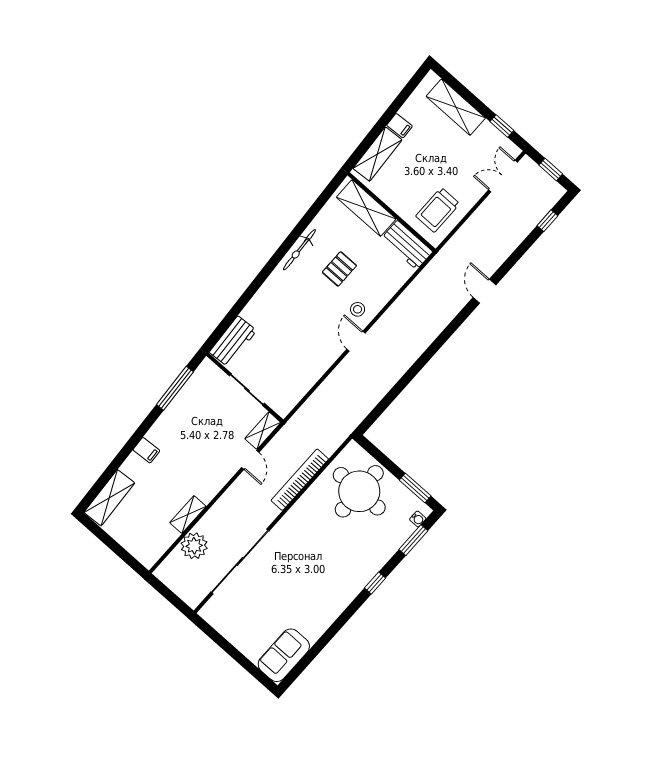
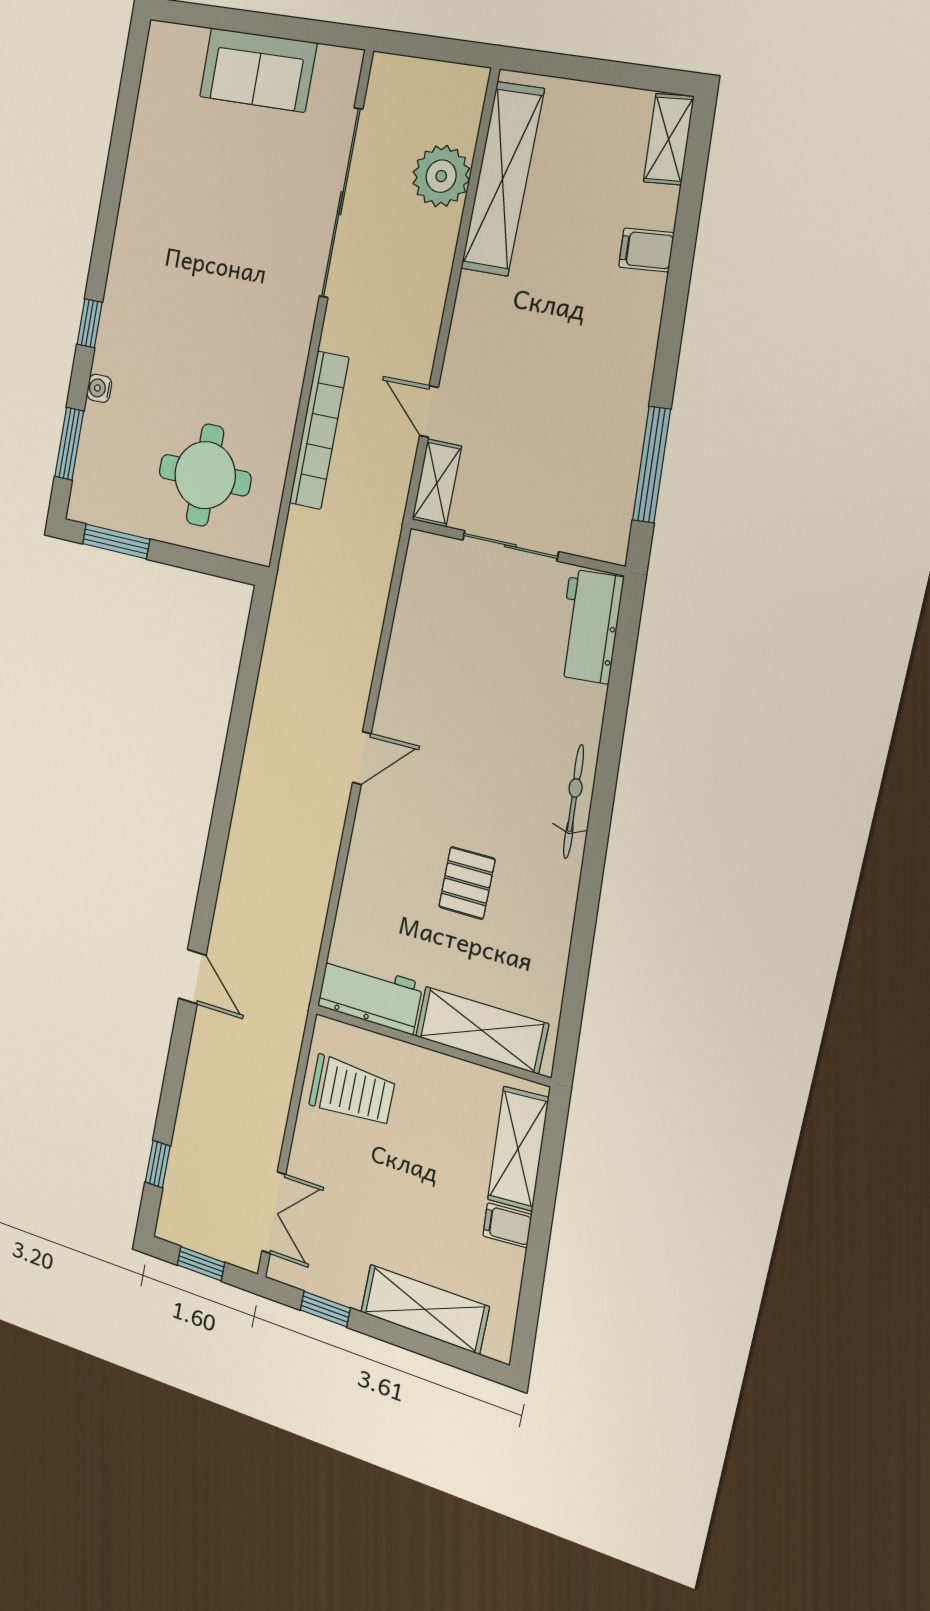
trolley: (438, 210) -> (352, 1091), turned 90
bicycle: (299, 250) -> (574, 802), moved
stool: (358, 309) -> (392, 821), removed
door: (356, 341) -> (362, 758), hinge flipped
filing cabinet: (146, 450) -> (646, 250), moved
round table: (359, 491) -> (205, 475), width x0.73, depth x0.73
shelving: (109, 498) -> (669, 139), width x0.67, depth x0.75
shelving: (188, 515) -> (502, 179), width x2.20, depth x1.33
water cooler: (418, 519) -> (99, 388), moved
sofa: (284, 655) -> (258, 70), moved, turned 90

